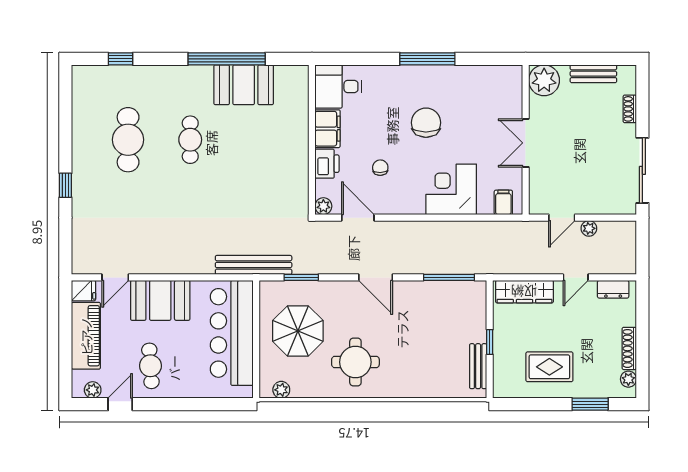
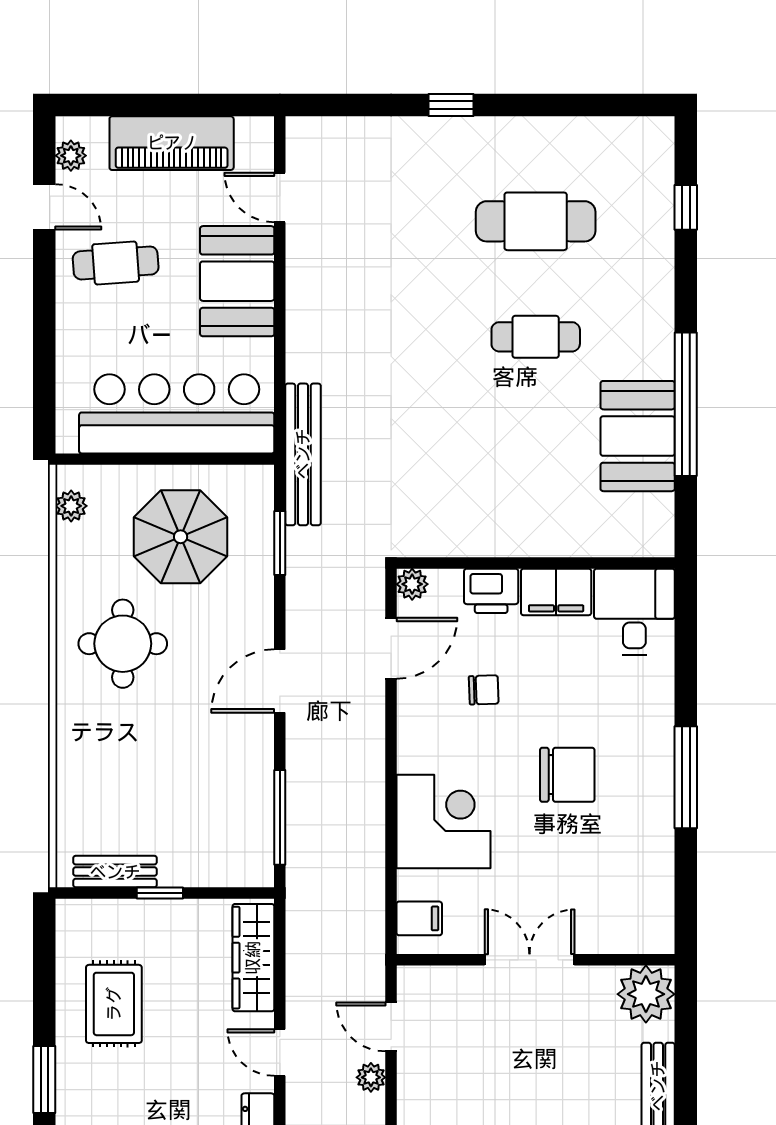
fridge: (84, 291) -> (255, 139), removed

